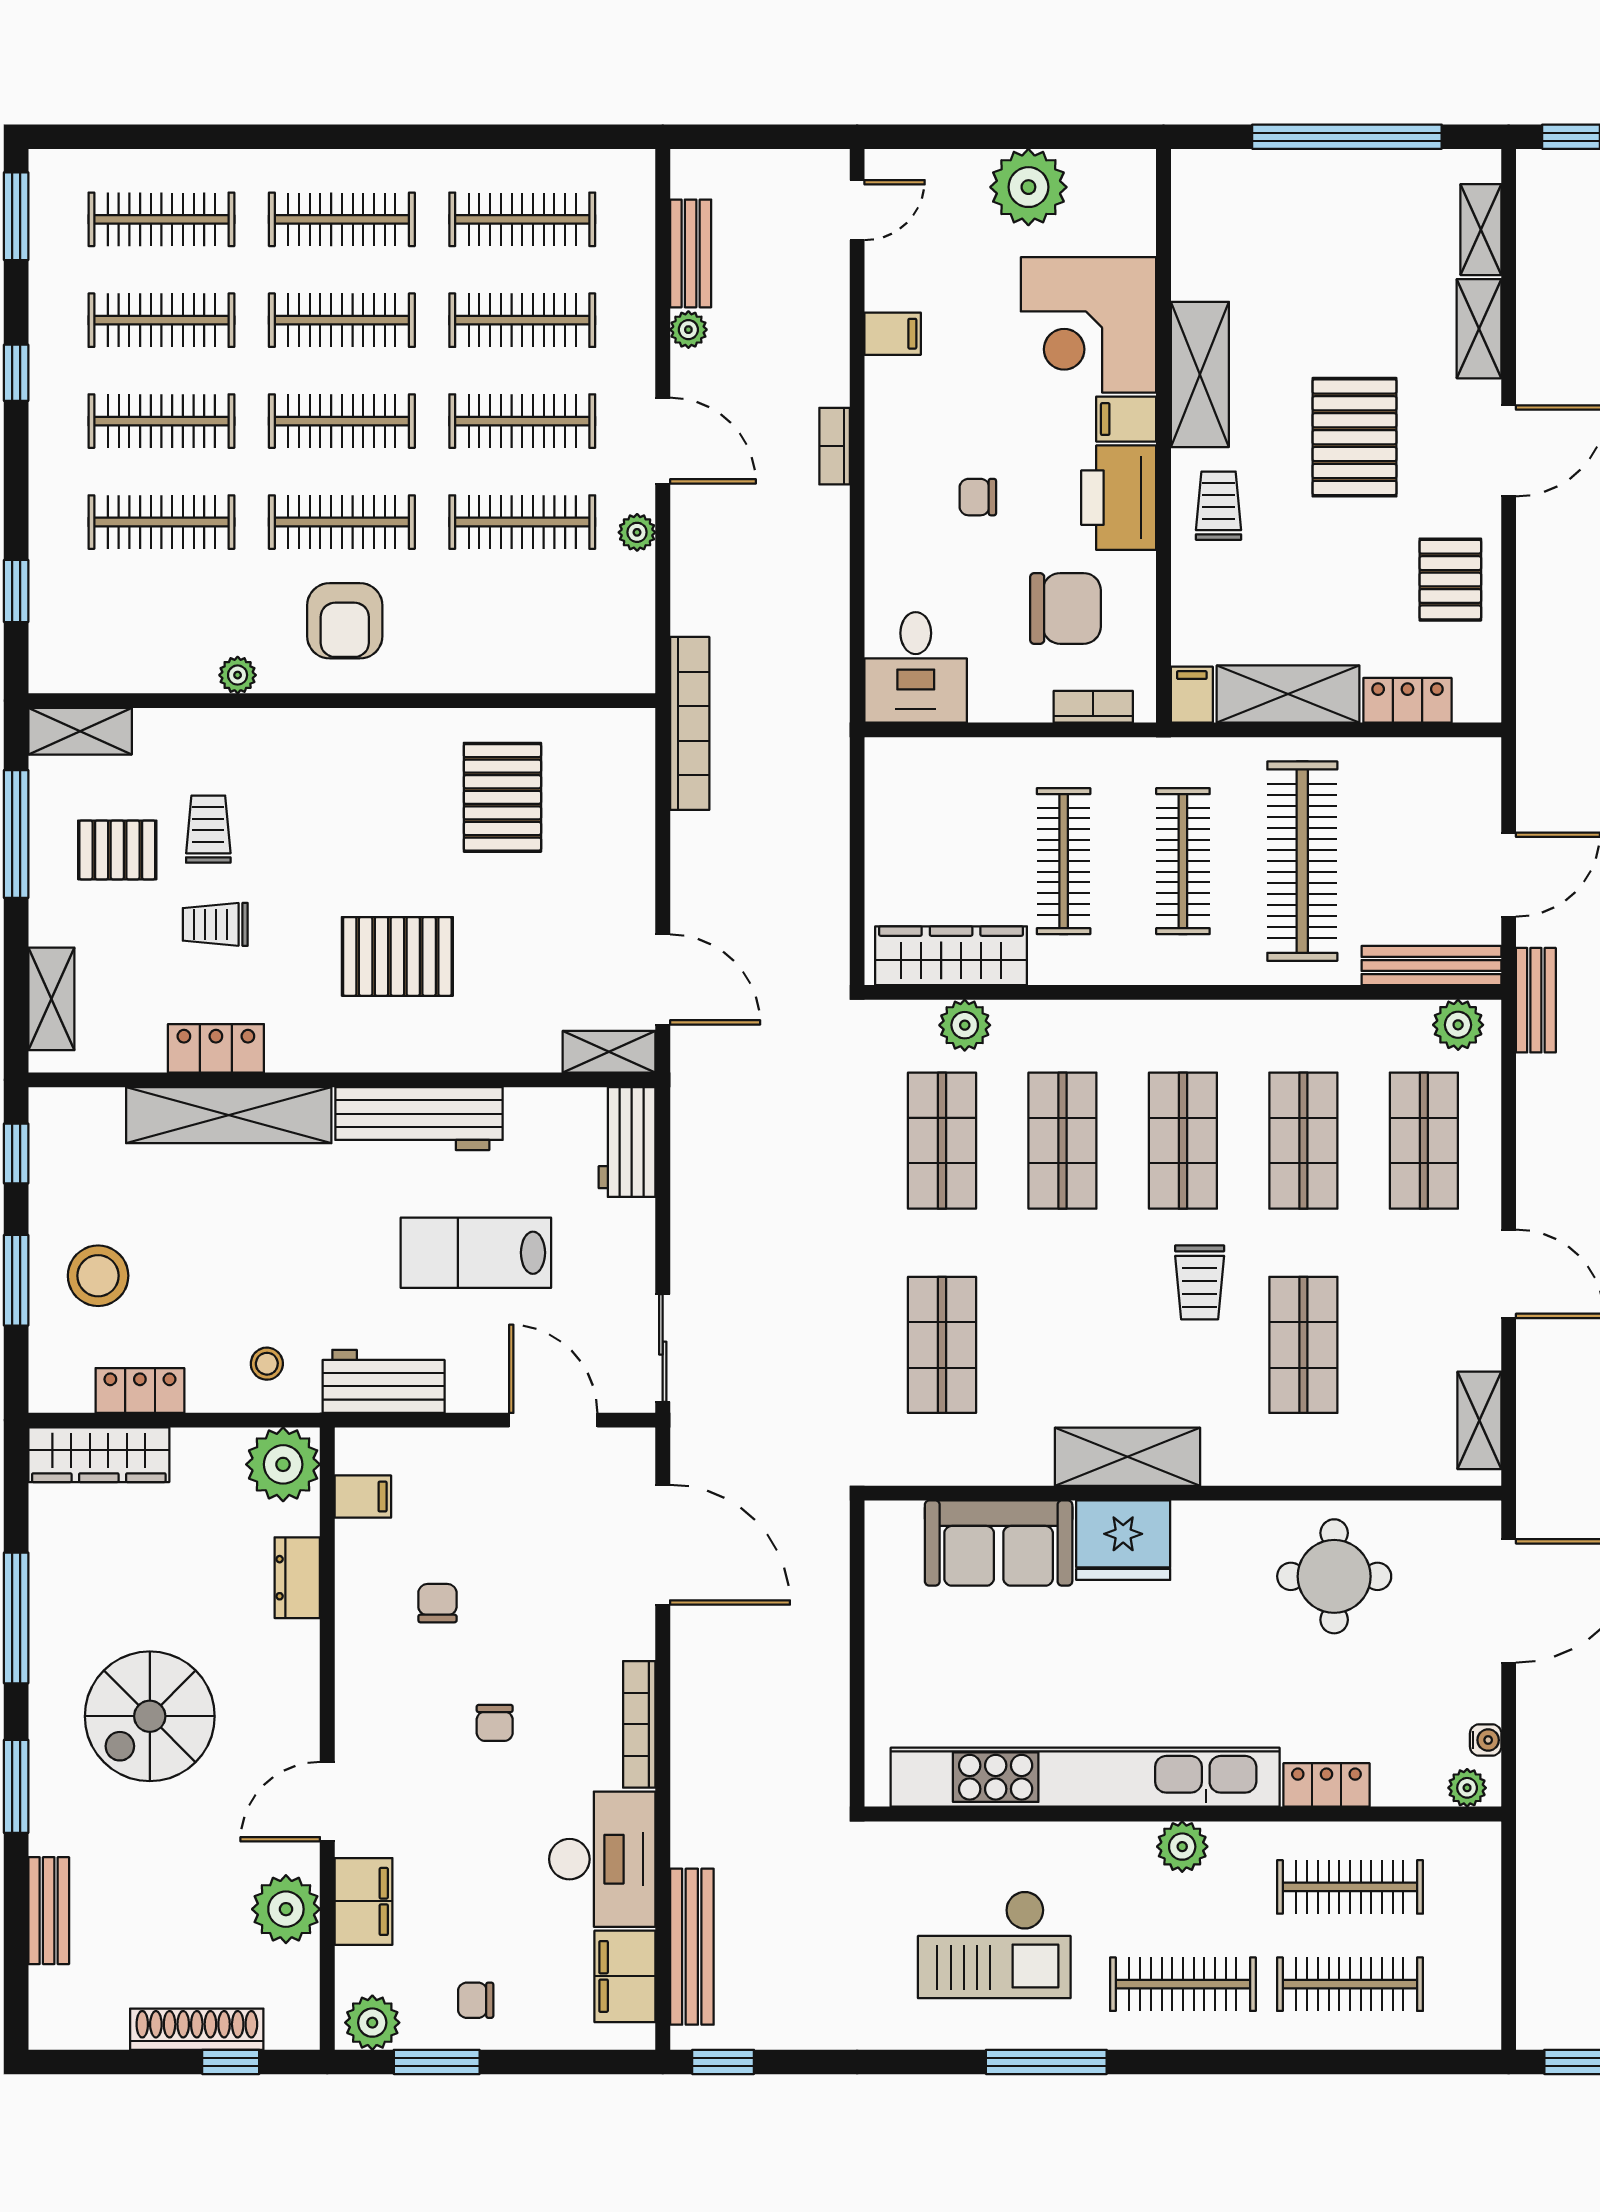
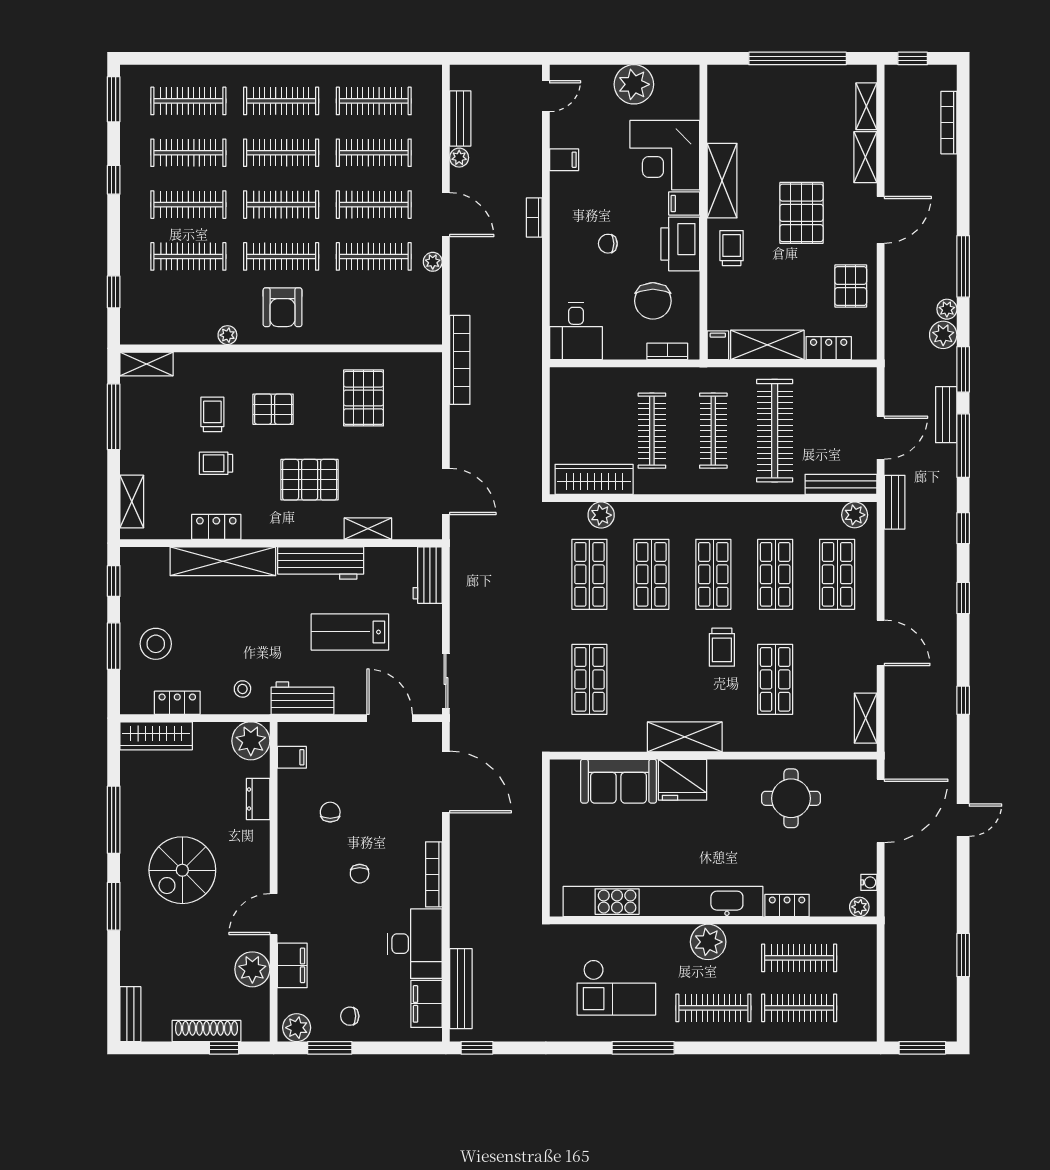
chair: (1065, 608) -> (653, 301), turned 90
pallet: (117, 850) -> (273, 409), moved
shelving: (609, 1052) -> (368, 529), moved
plant: (1182, 1847) -> (708, 942), width x1.36, depth x1.36
bench: (49, 1911) -> (130, 1014), moved

